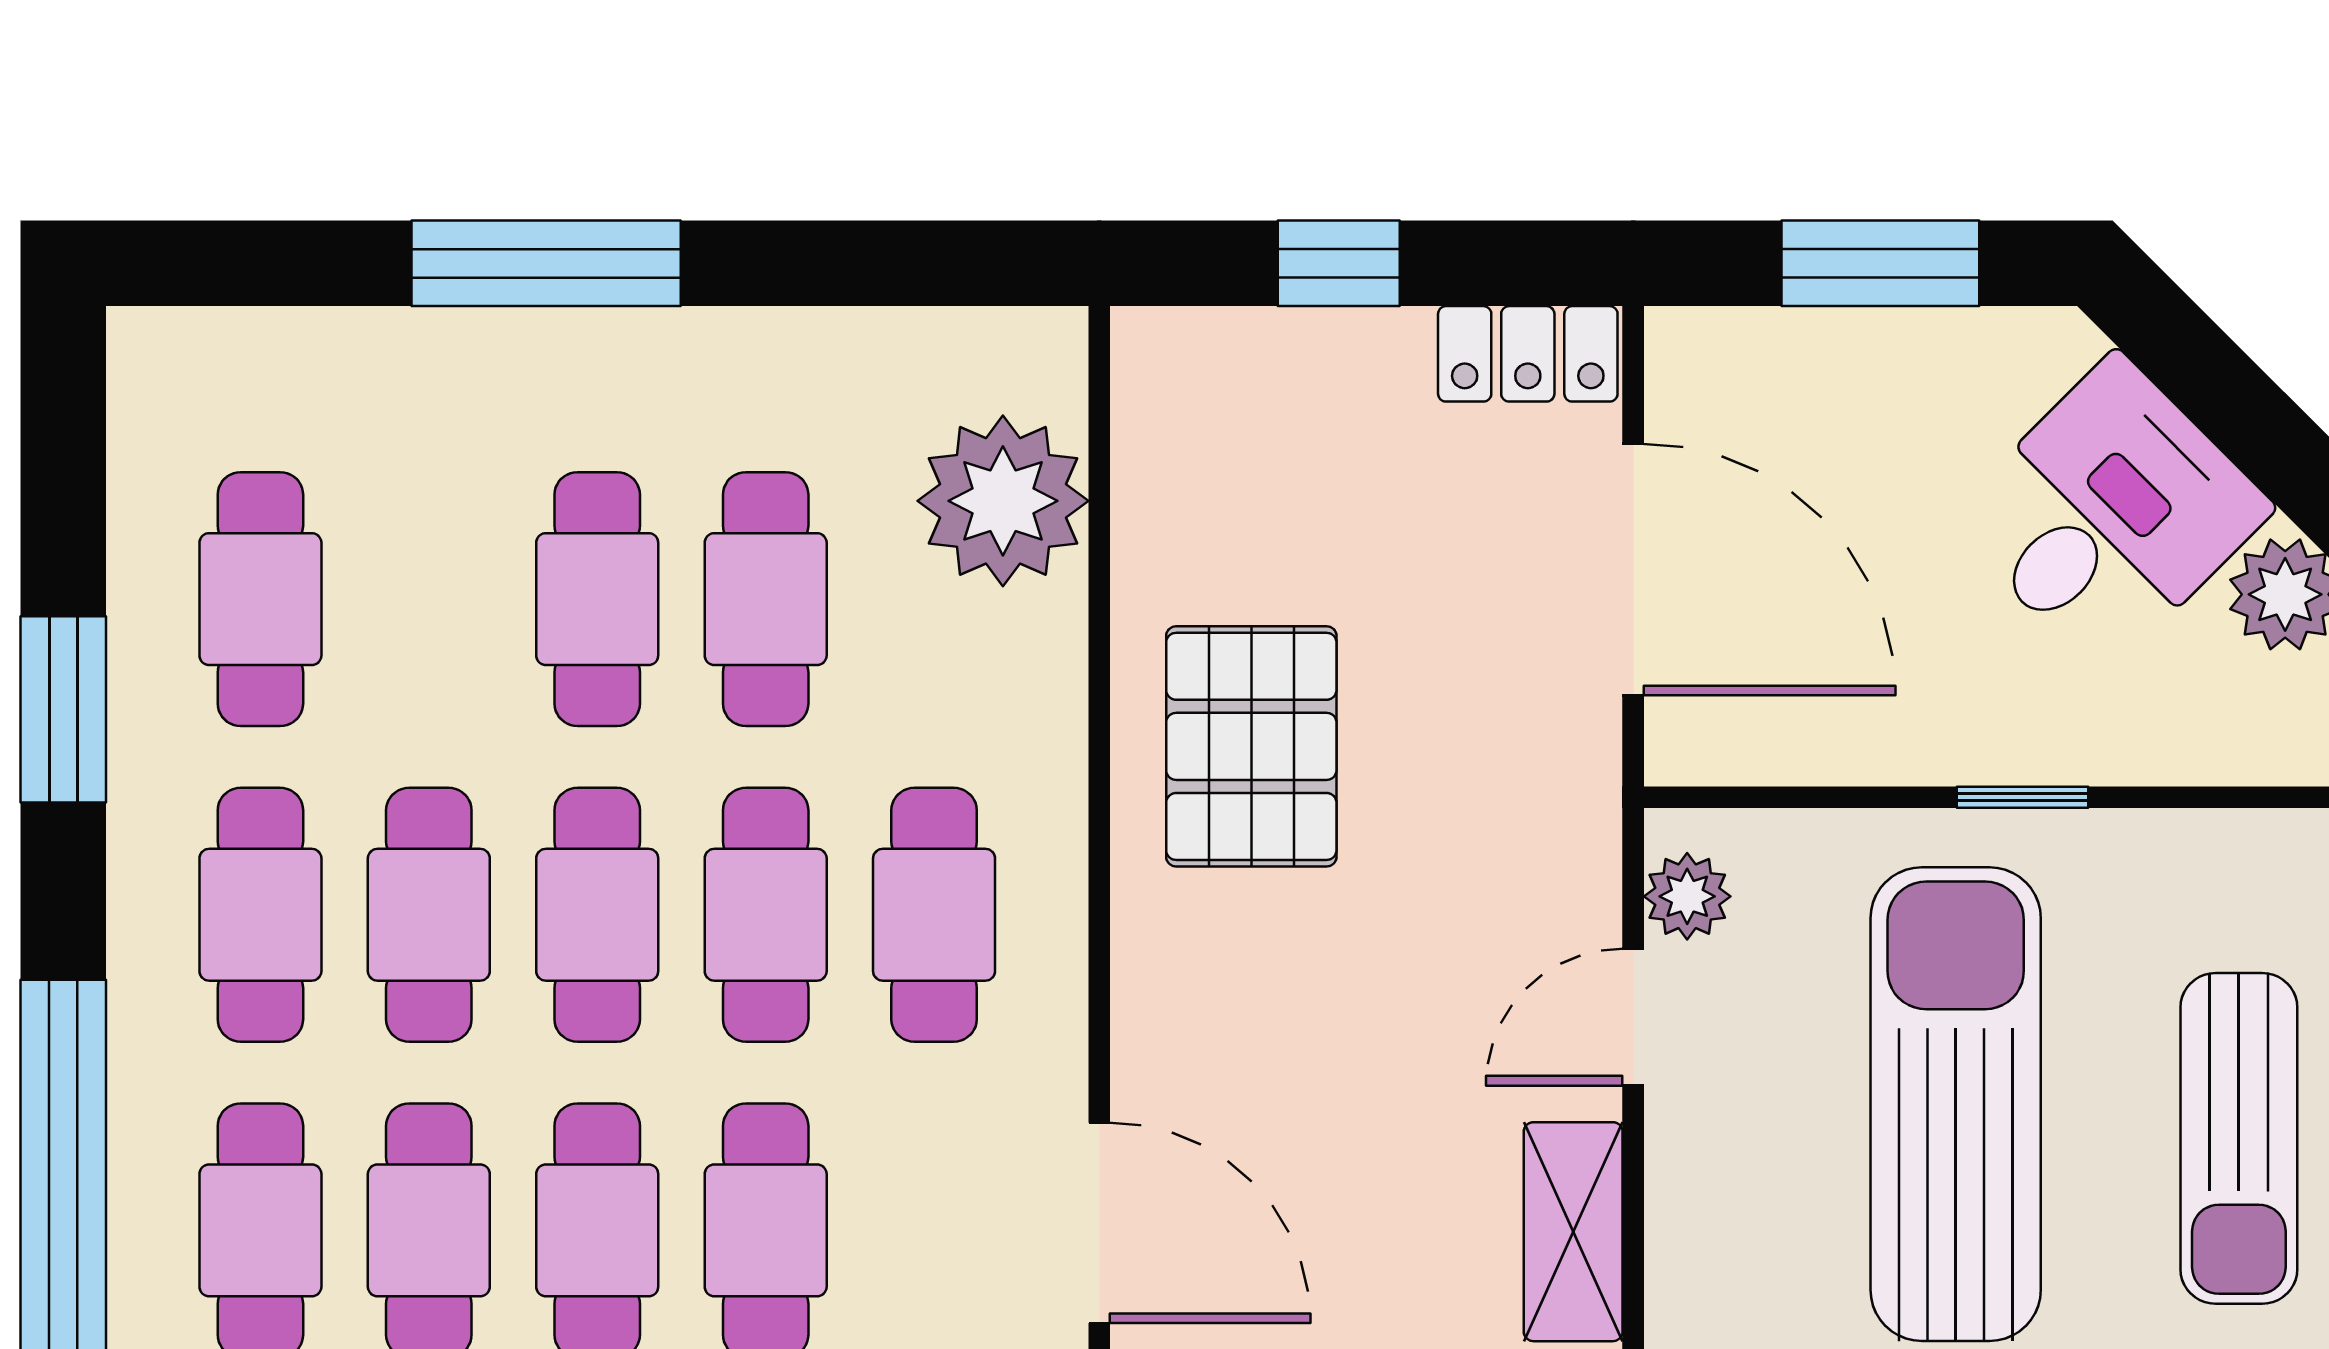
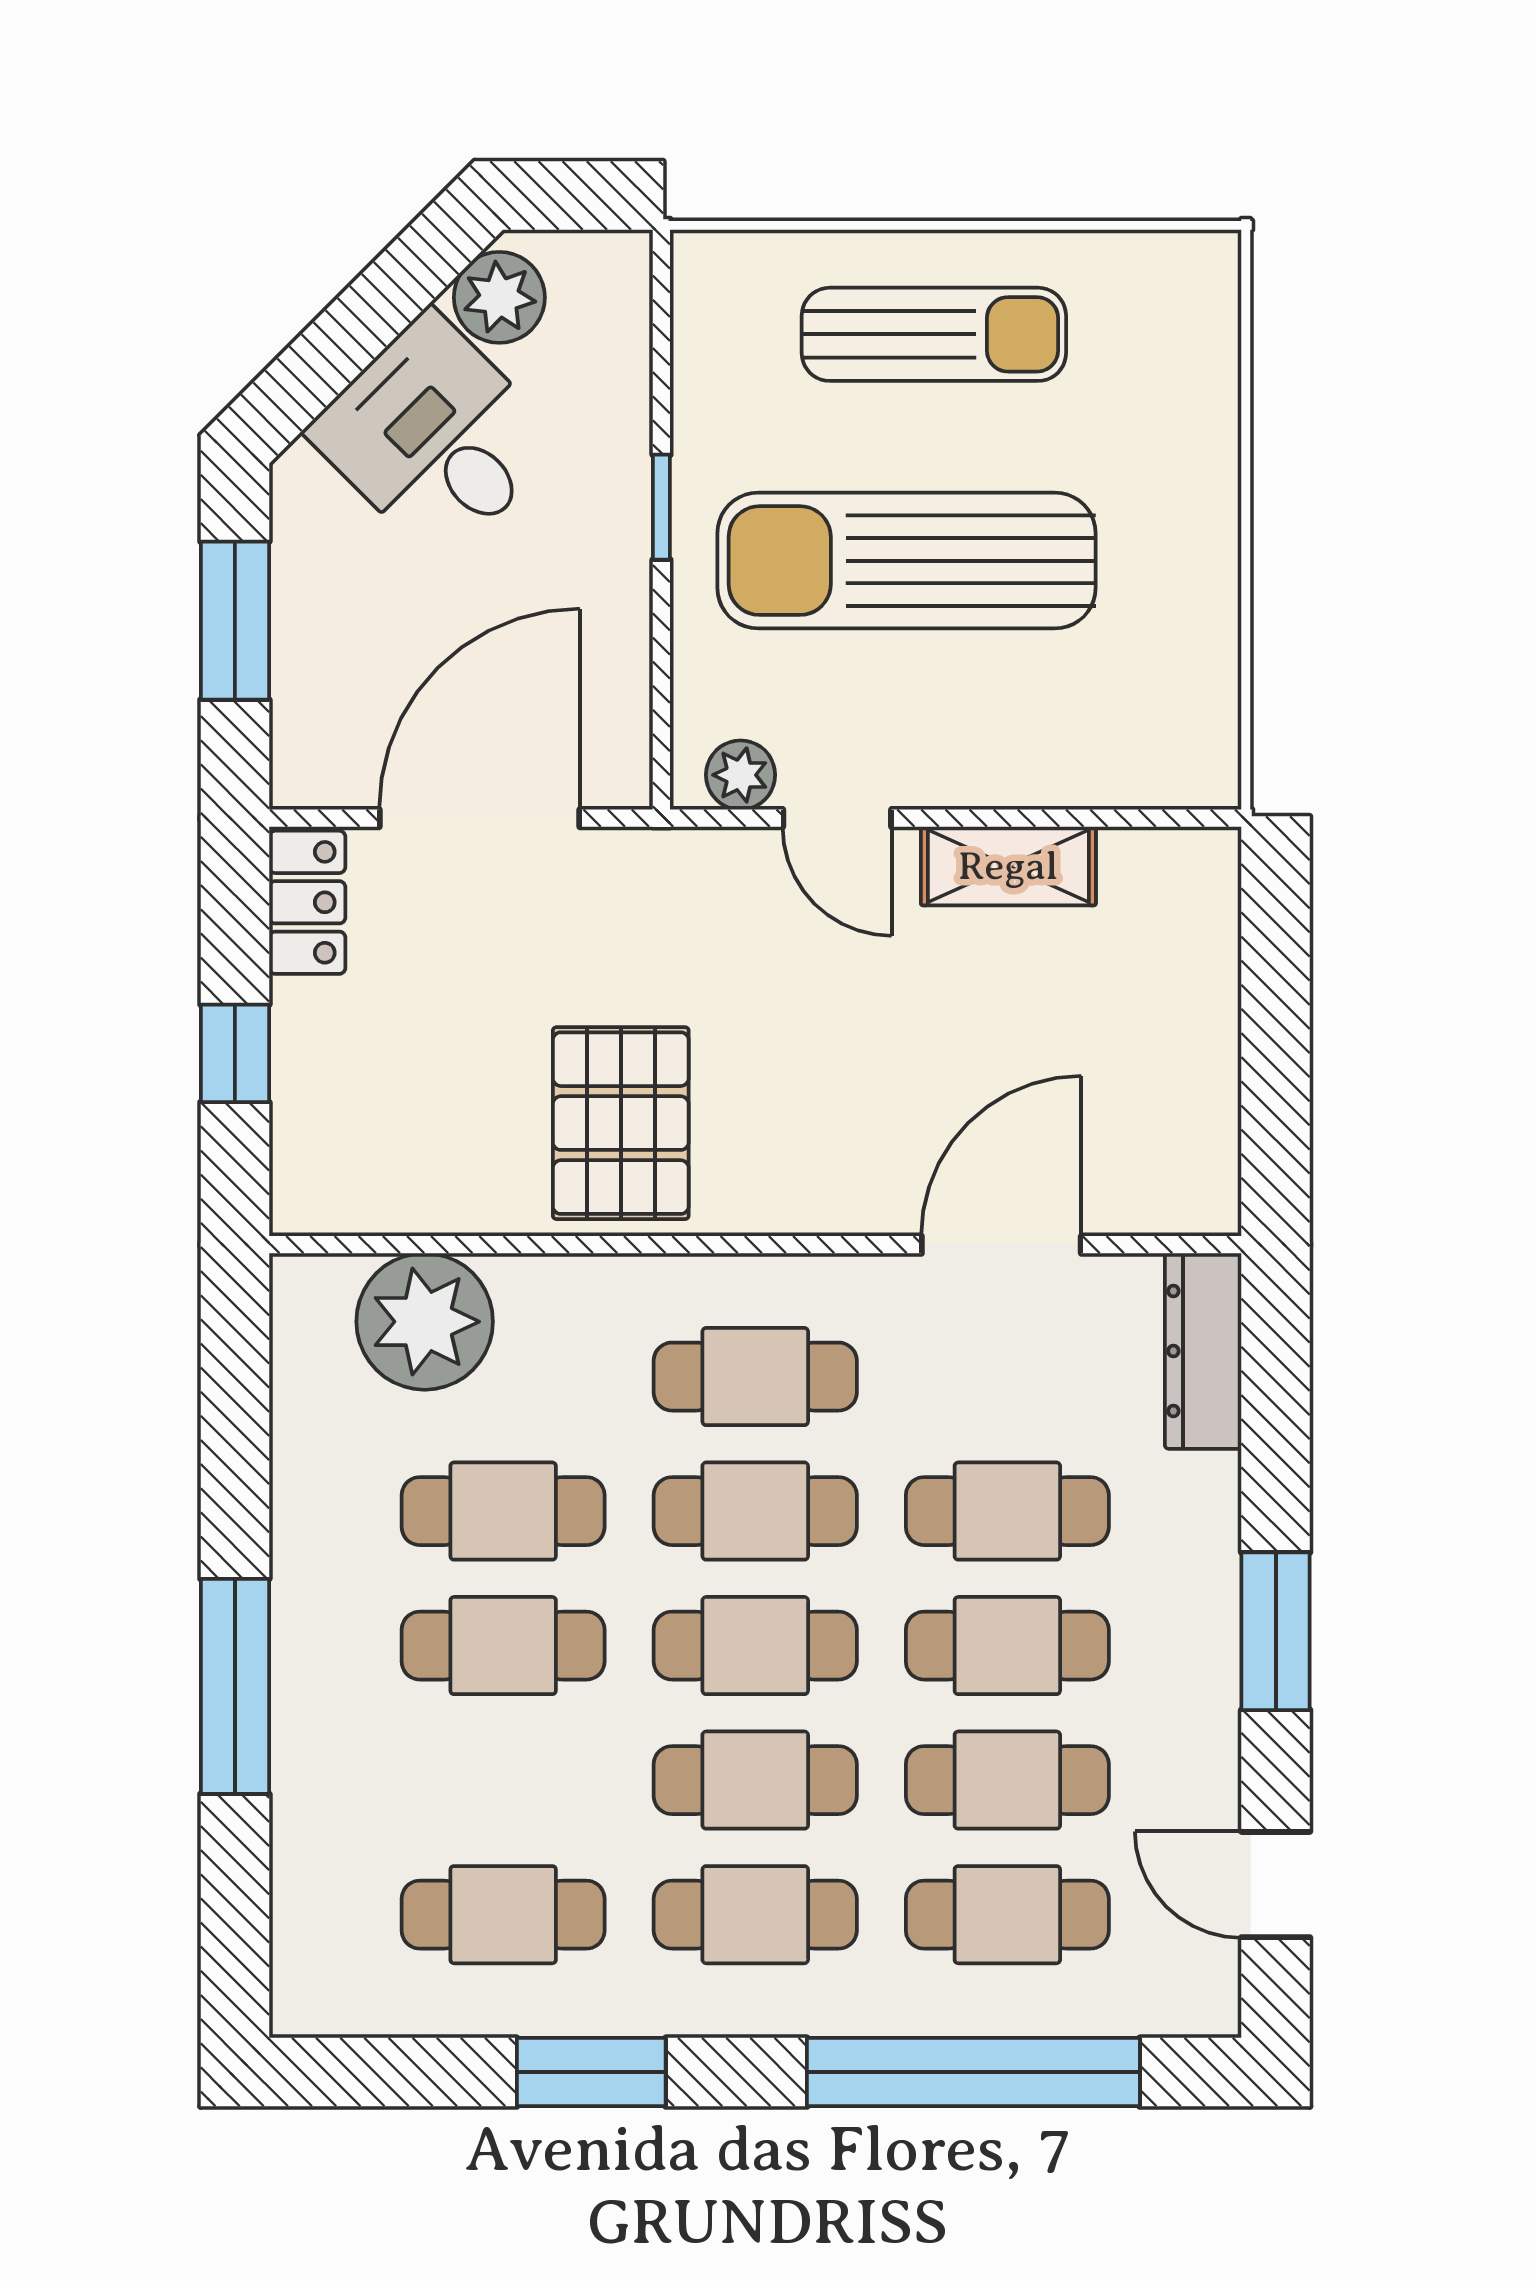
pallet: (1251, 746) -> (621, 1123), turned 90

